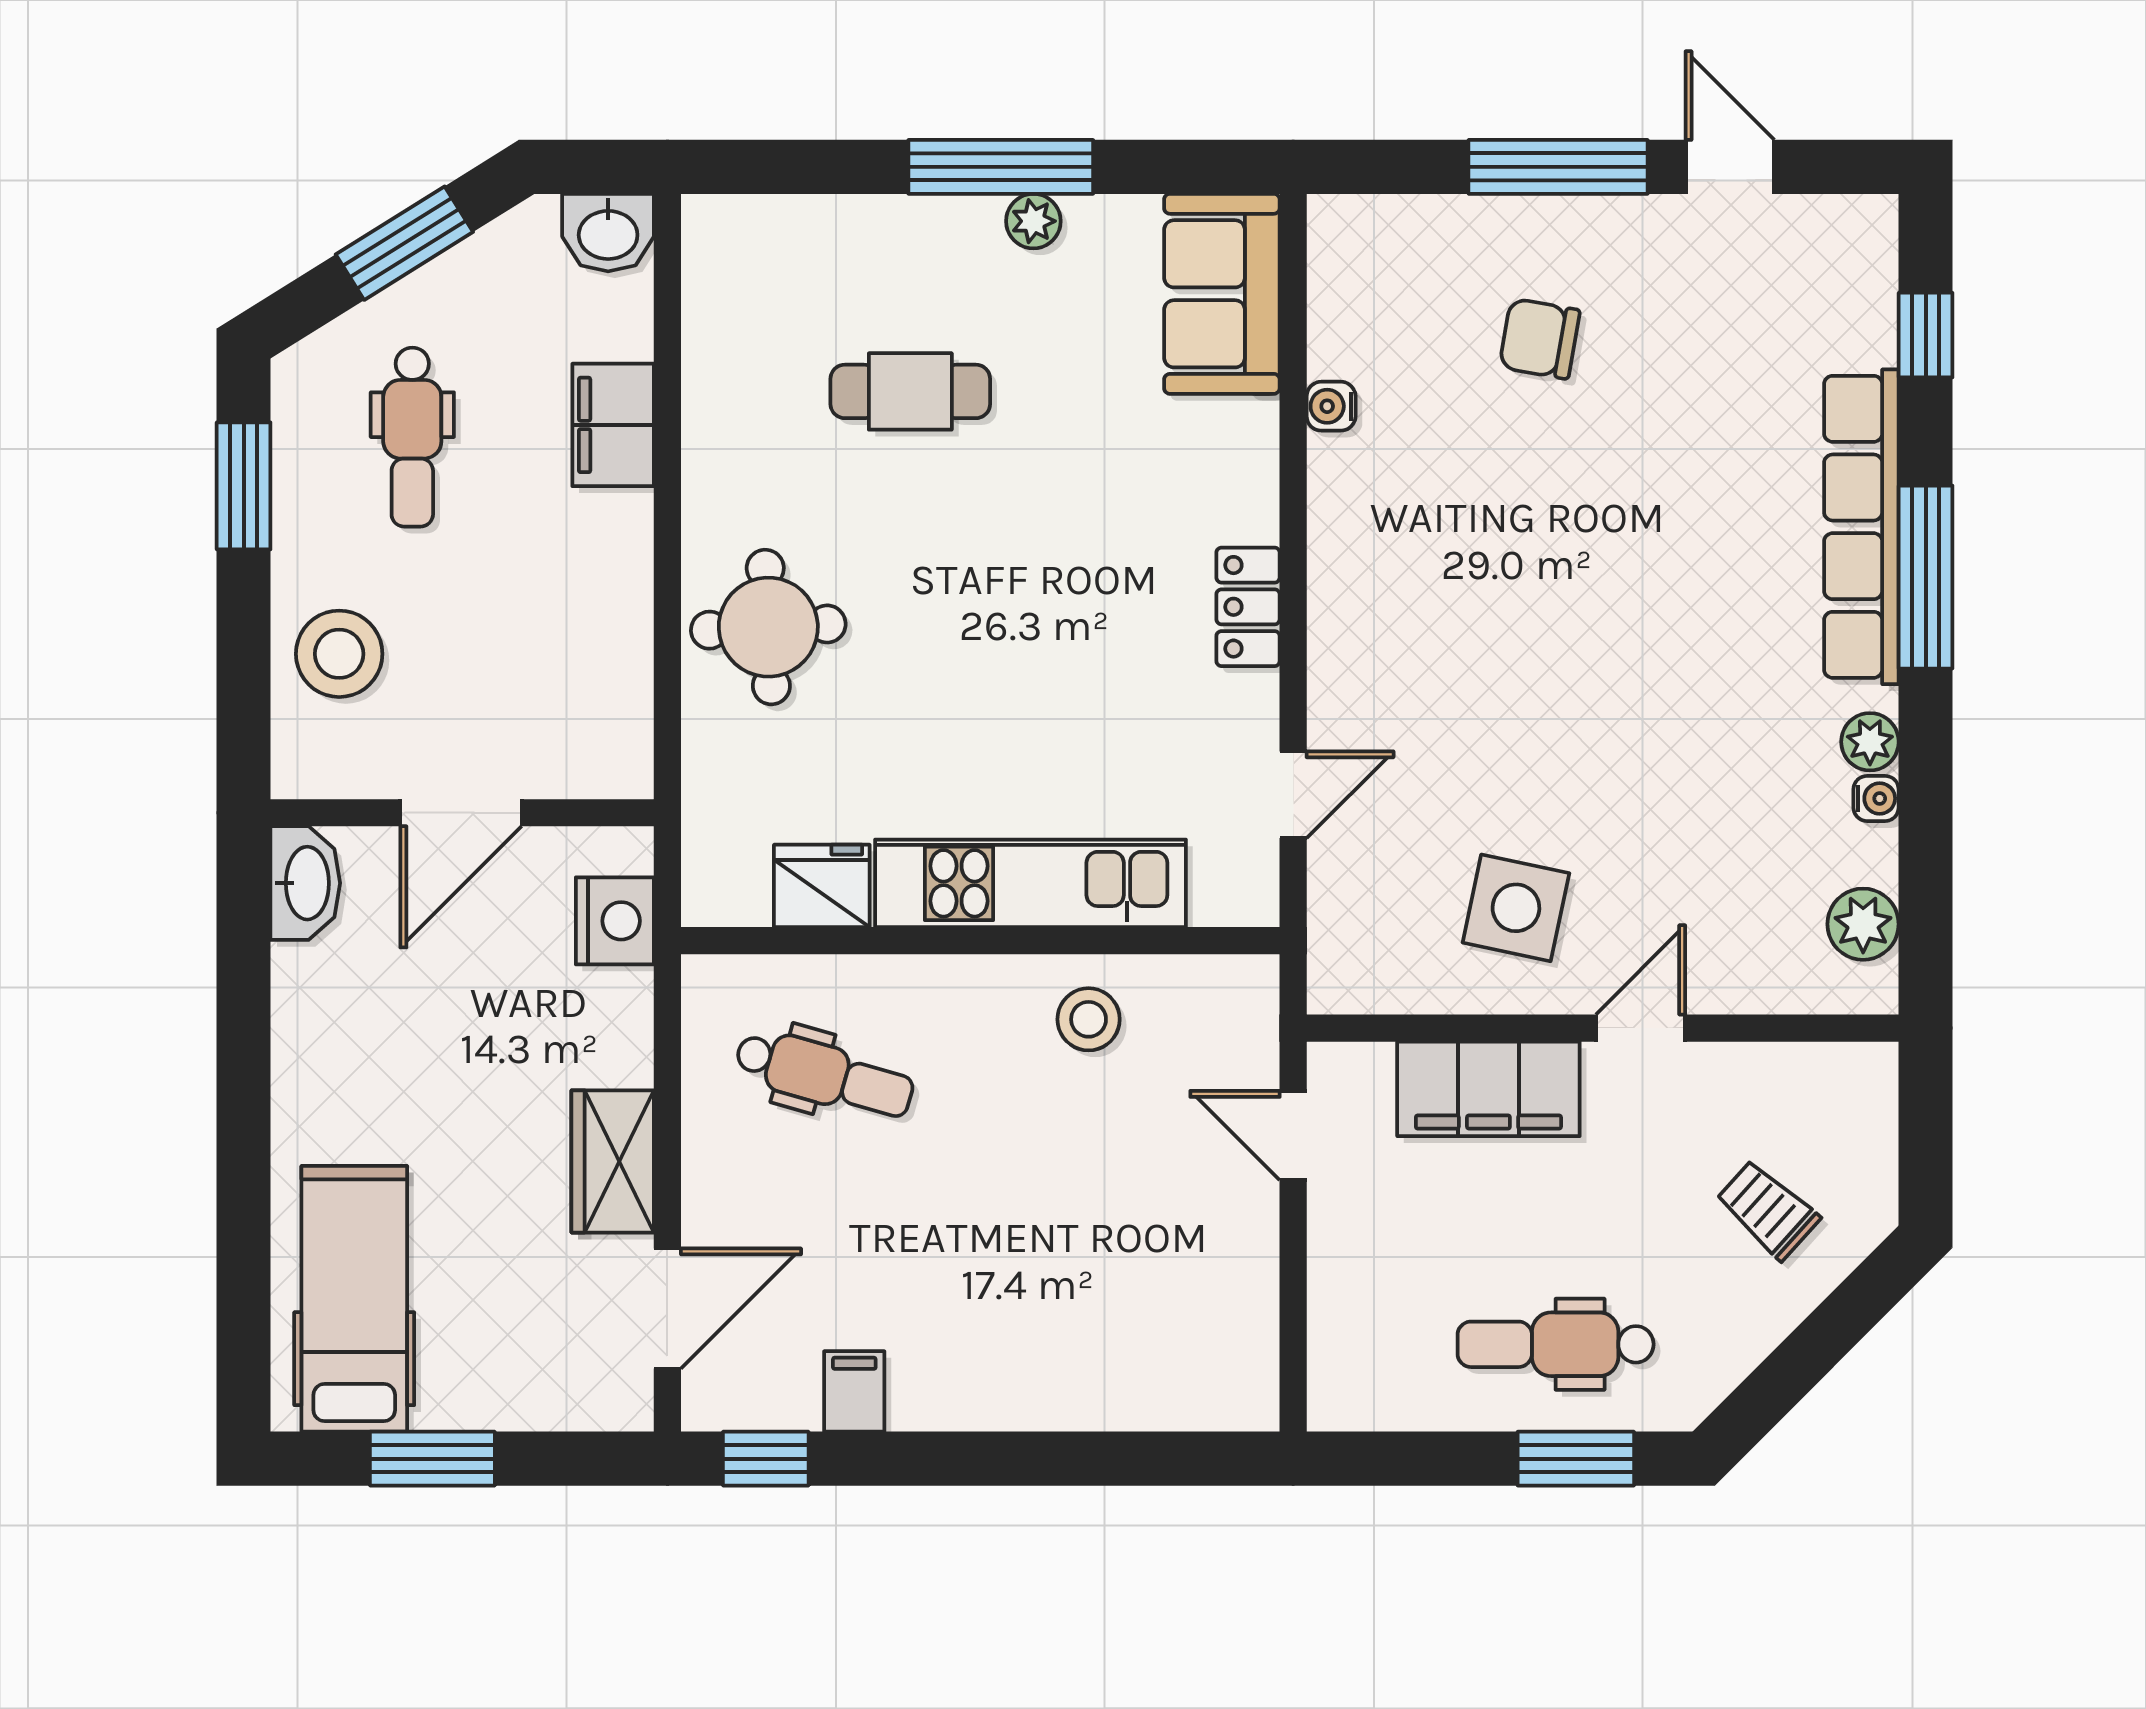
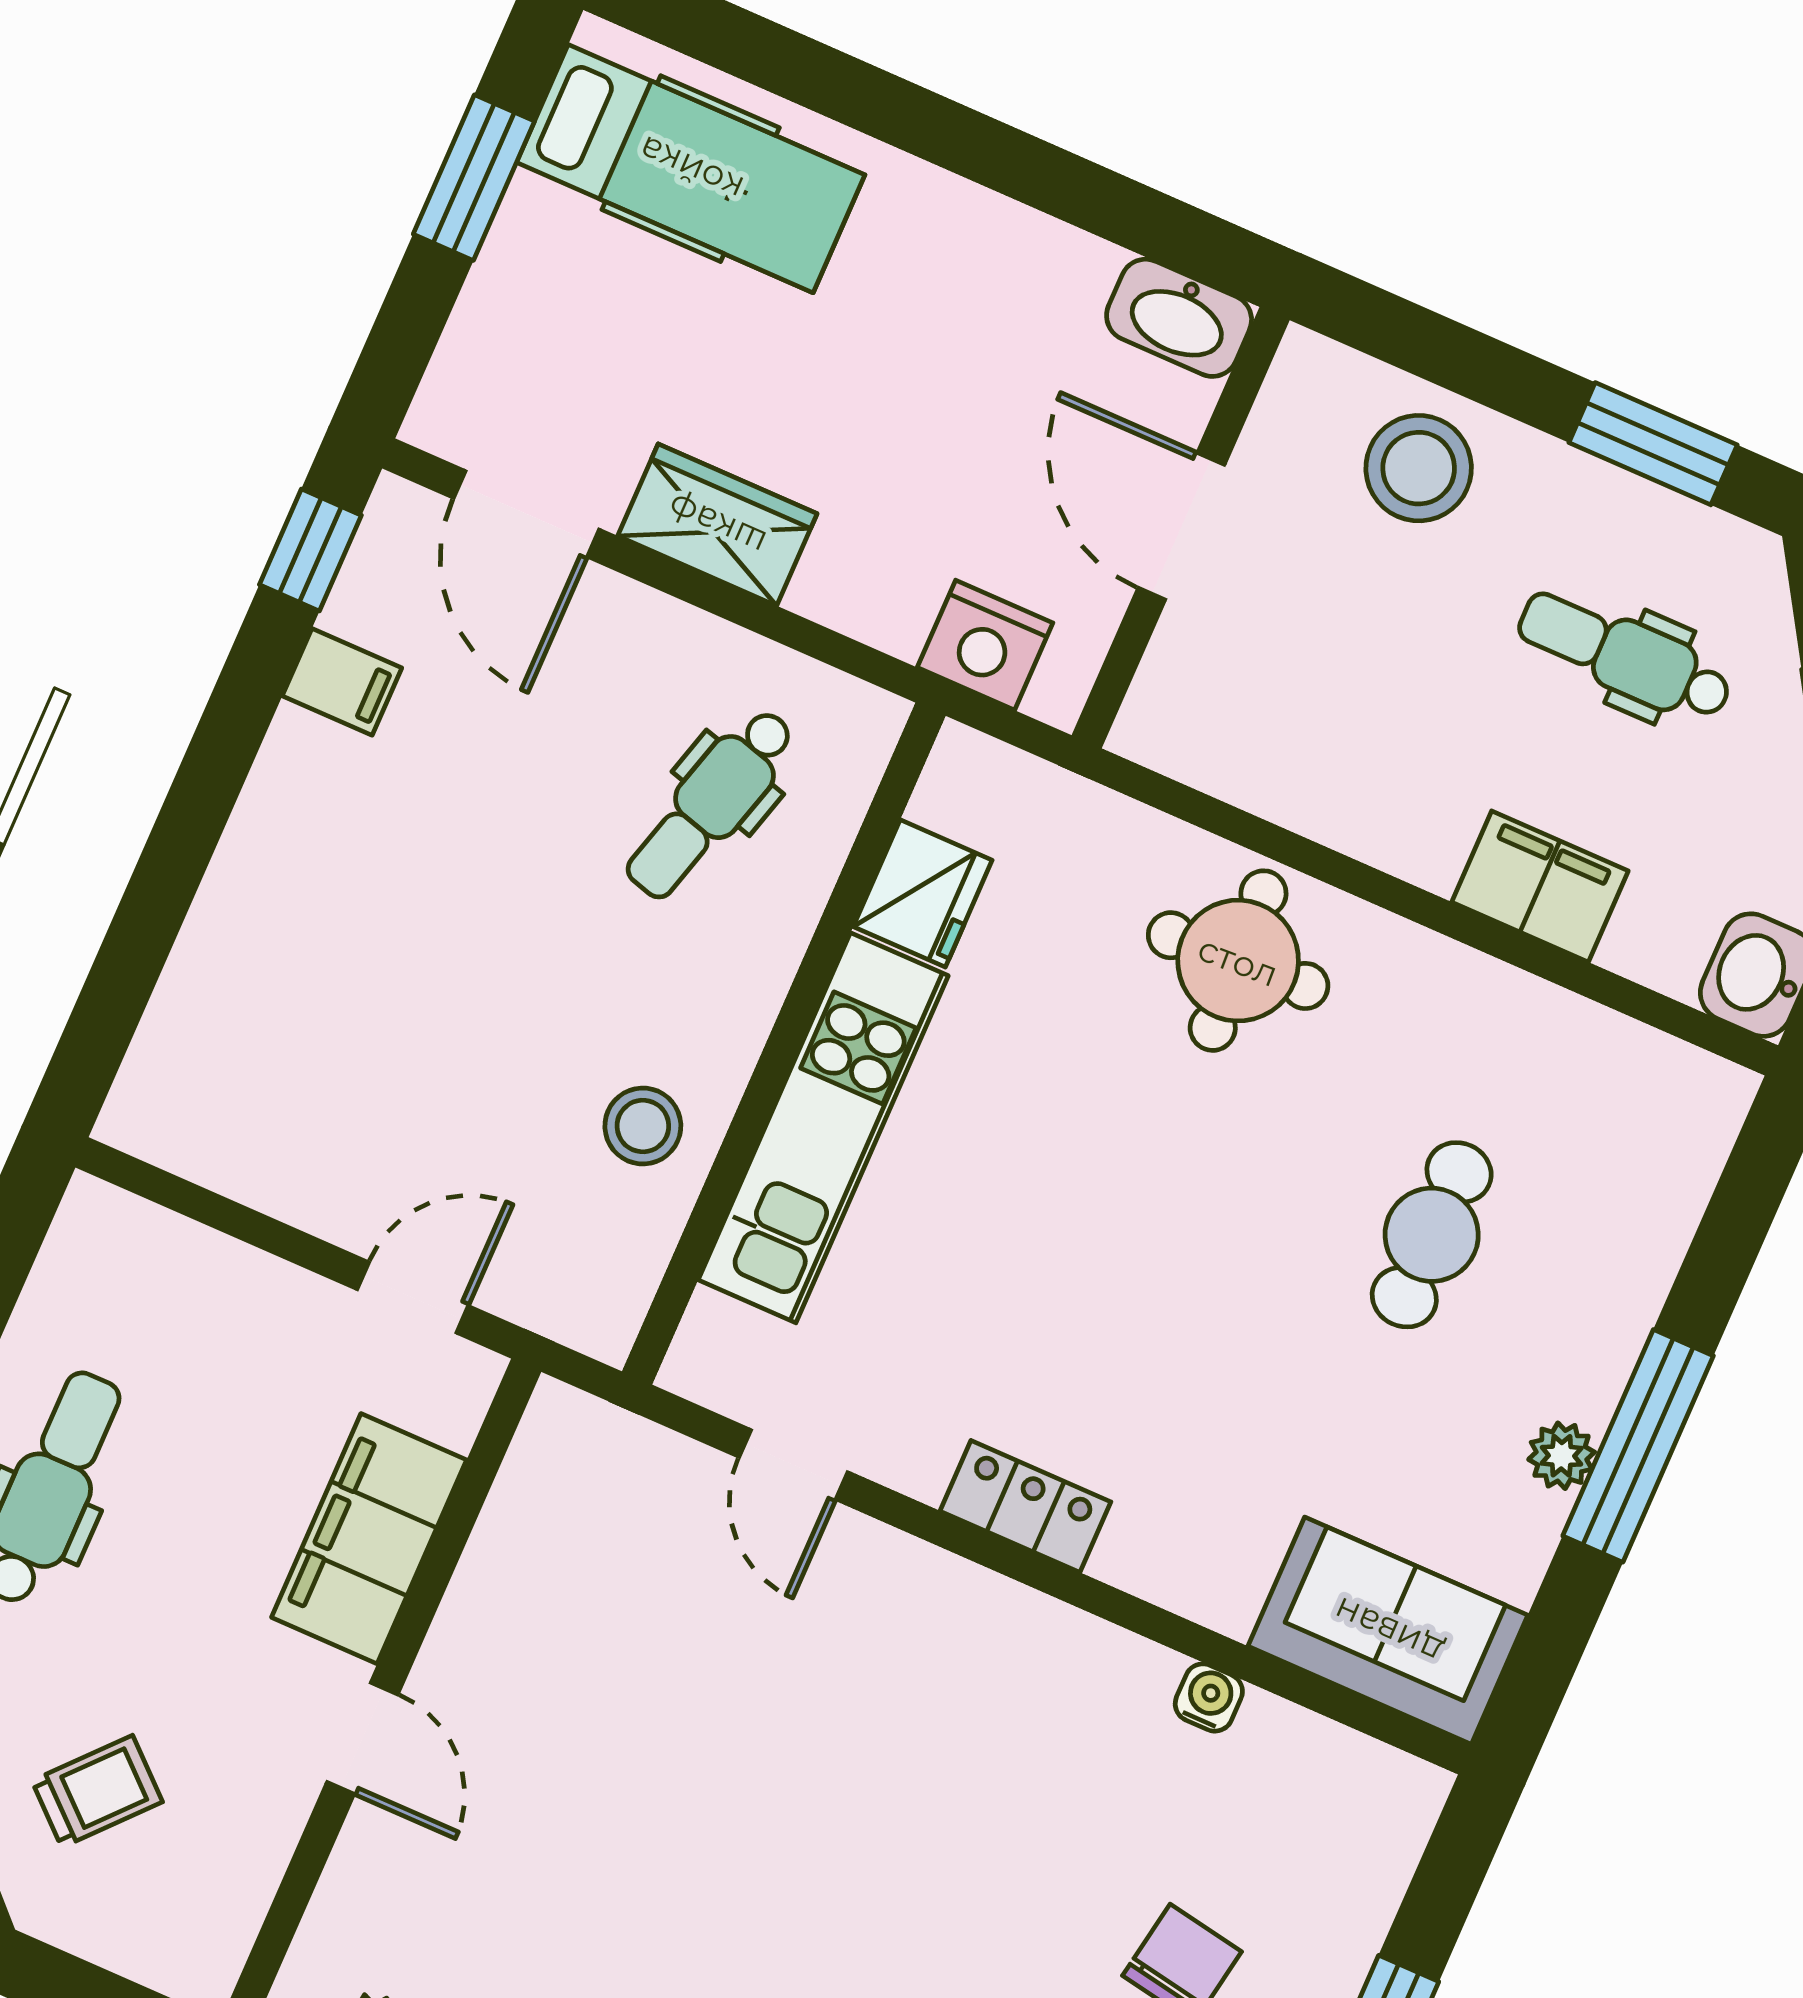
side table: (1516, 908) -> (558, 1658), removed

